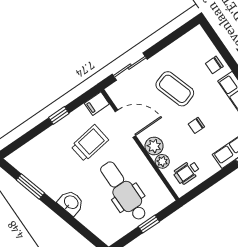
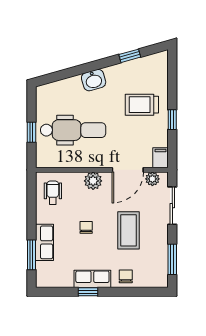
window: (174, 36) -> (172, 259), added
coffee table: (175, 89) -> (128, 230), turned -72
trolley: (90, 143) -> (142, 105), moved, turned 98
plant: (162, 161) -> (152, 179), moved
window: (30, 187) -> (130, 56), width x0.67

